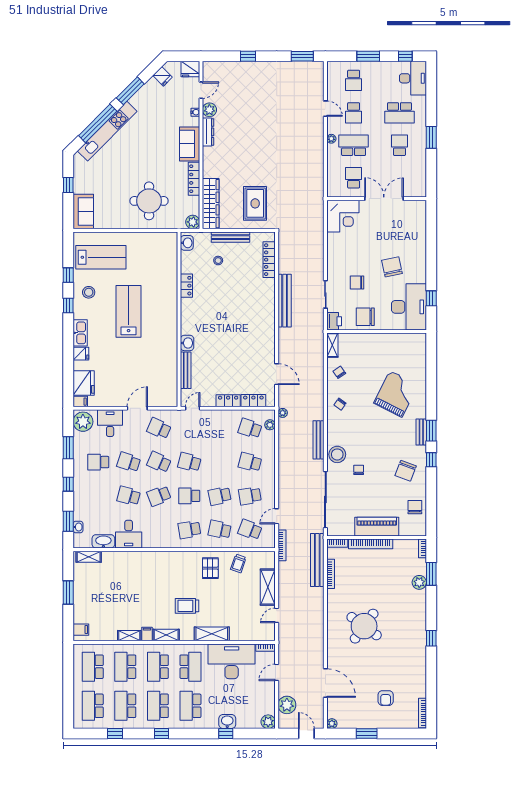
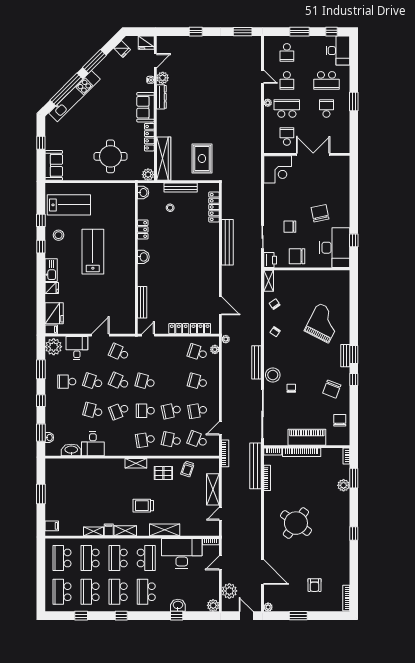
washbasin: (187, 343) -> (143, 257), moved
shelving: (89, 557) -> (136, 463), moved
pallet: (210, 568) -> (163, 473), turned 90

